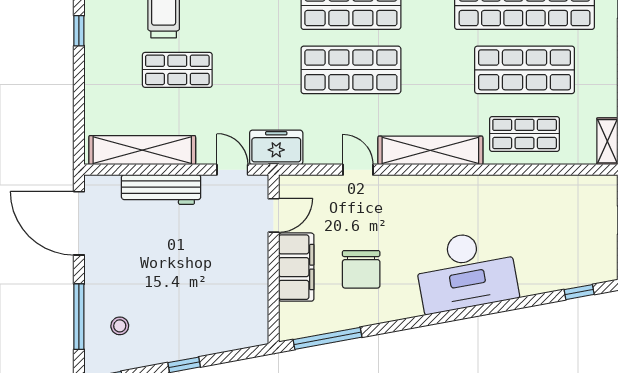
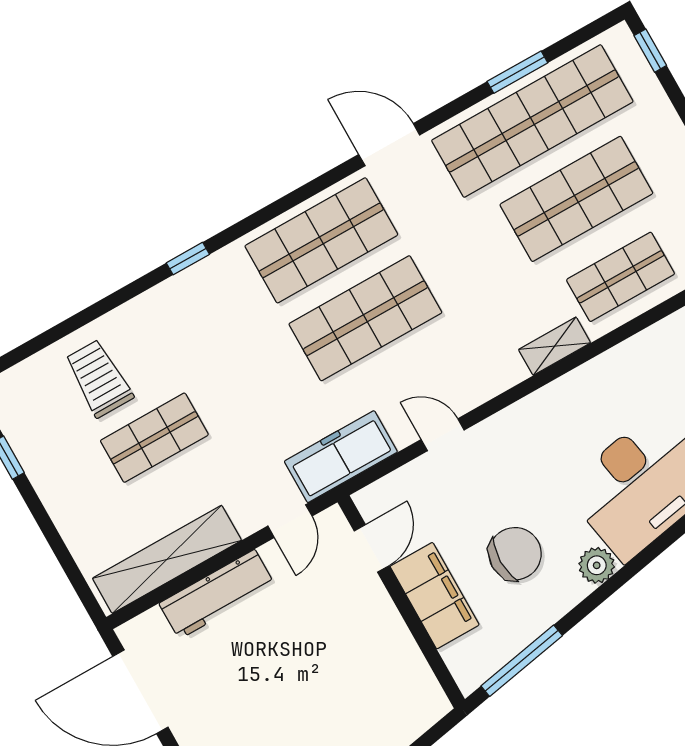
freezer: (276, 147) -> (341, 457), width x1.40
shelving: (430, 150) -> (555, 346), width x0.45, depth x0.75
door: (232, 170) -> (290, 521), swing flipped
chair: (361, 269) -> (515, 554), turned -90
plant: (408, 305) -> (597, 565), added

